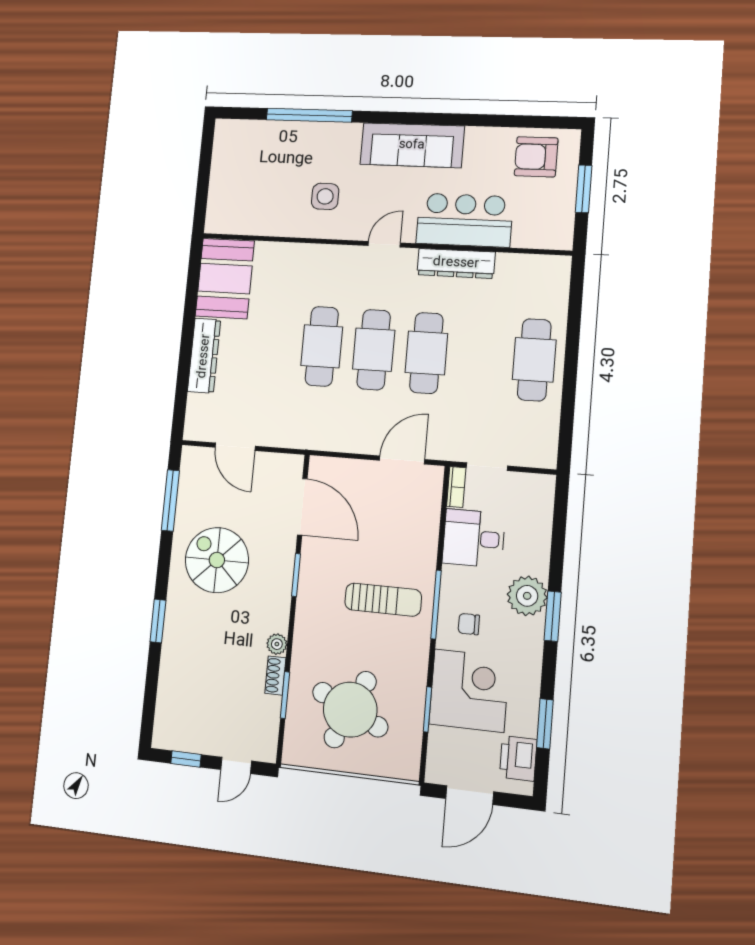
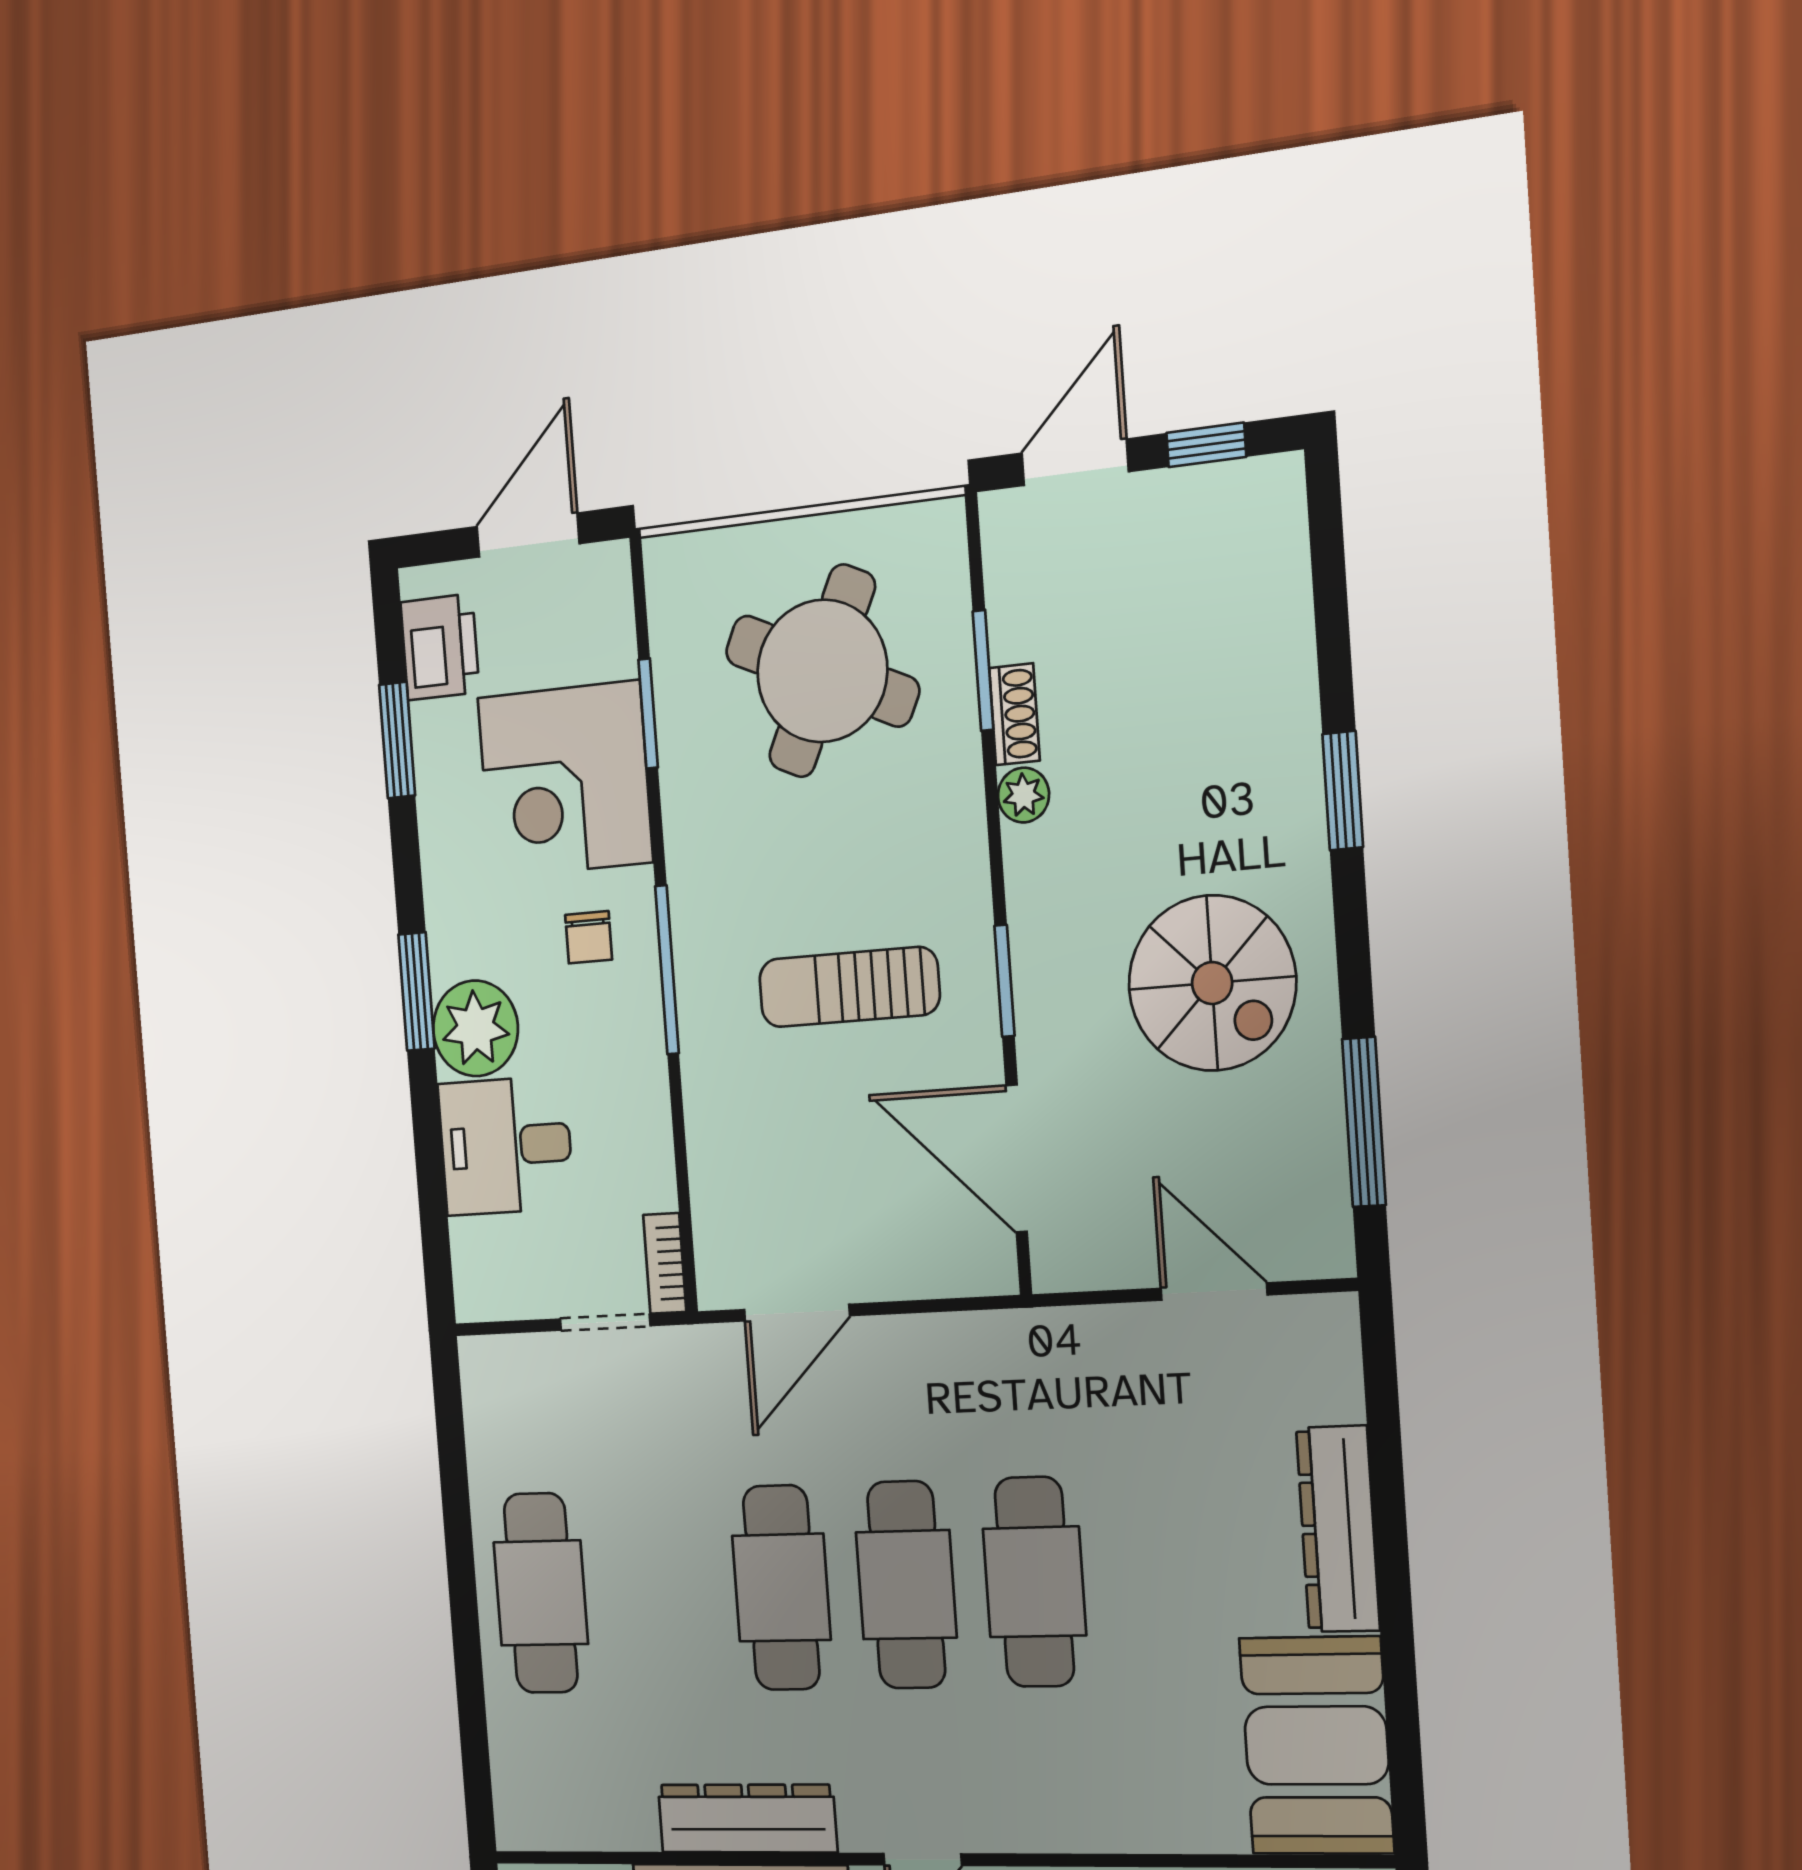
desk: (474, 538) -> (506, 1146), moved, turned 180
sun lounger: (383, 600) -> (849, 987), moved
chair: (469, 624) -> (589, 937), turned 90
door: (236, 765) -> (1075, 462), width x1.38

